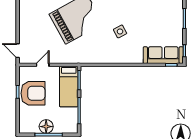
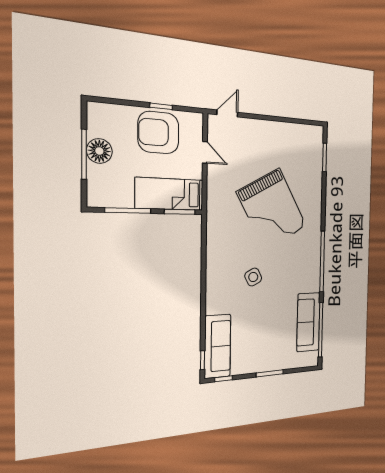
armchair: (33, 93) -> (158, 133), turned 90

